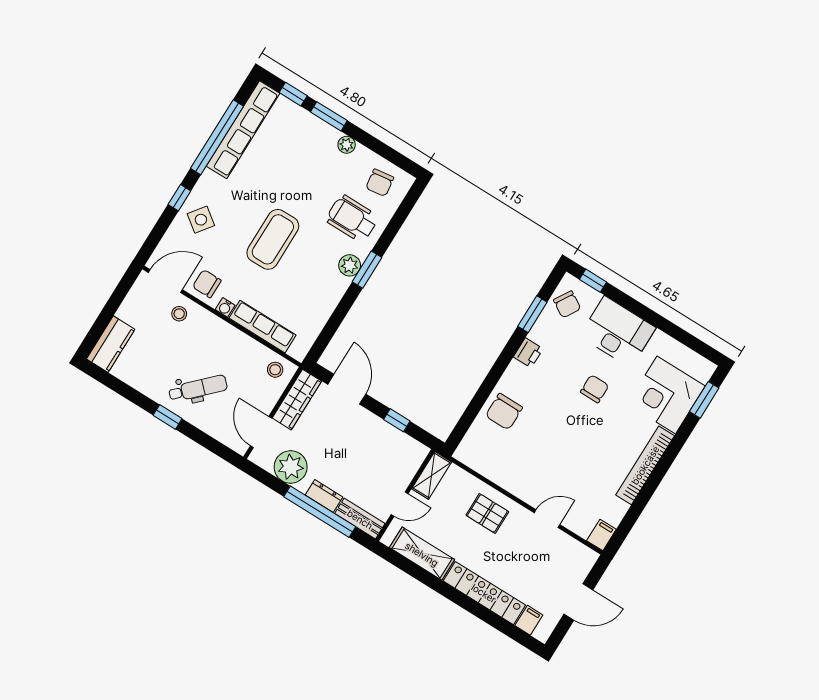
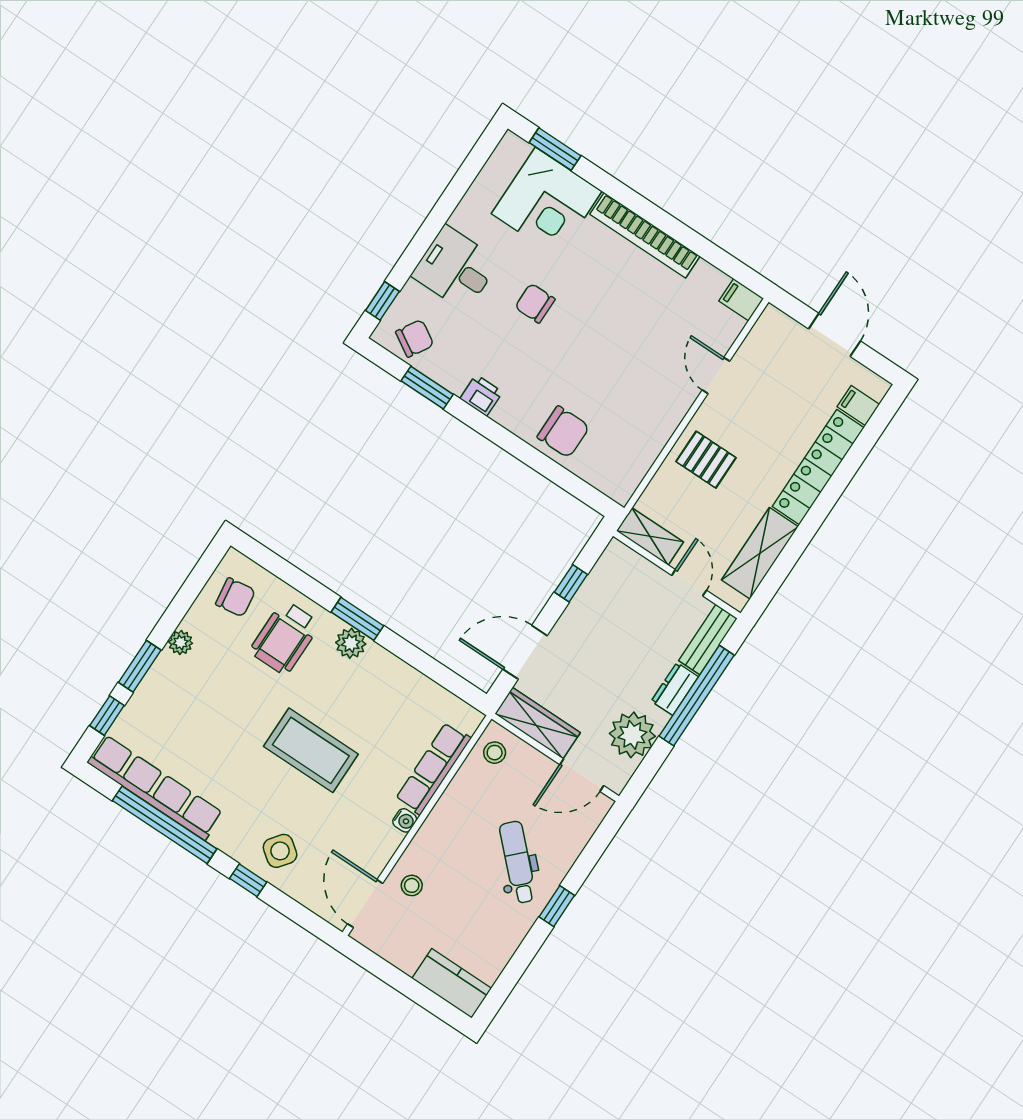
chair: (207, 284) -> (370, 845), removed
desk: (618, 332) -> (456, 268), width x0.73
pallet: (487, 513) -> (706, 460), turned 90

